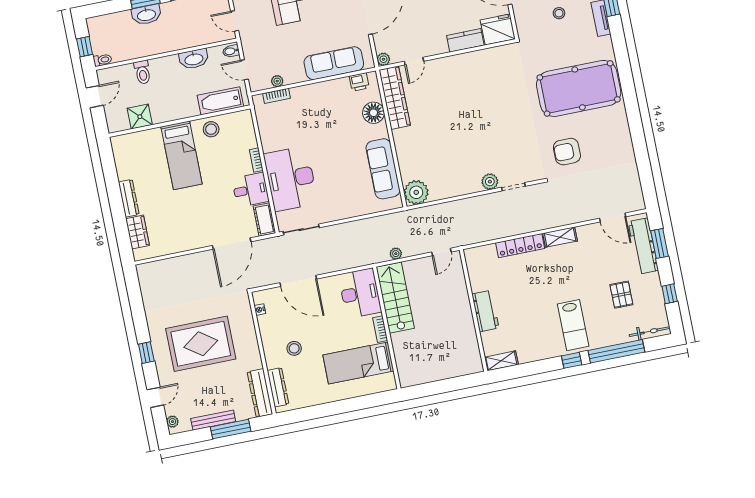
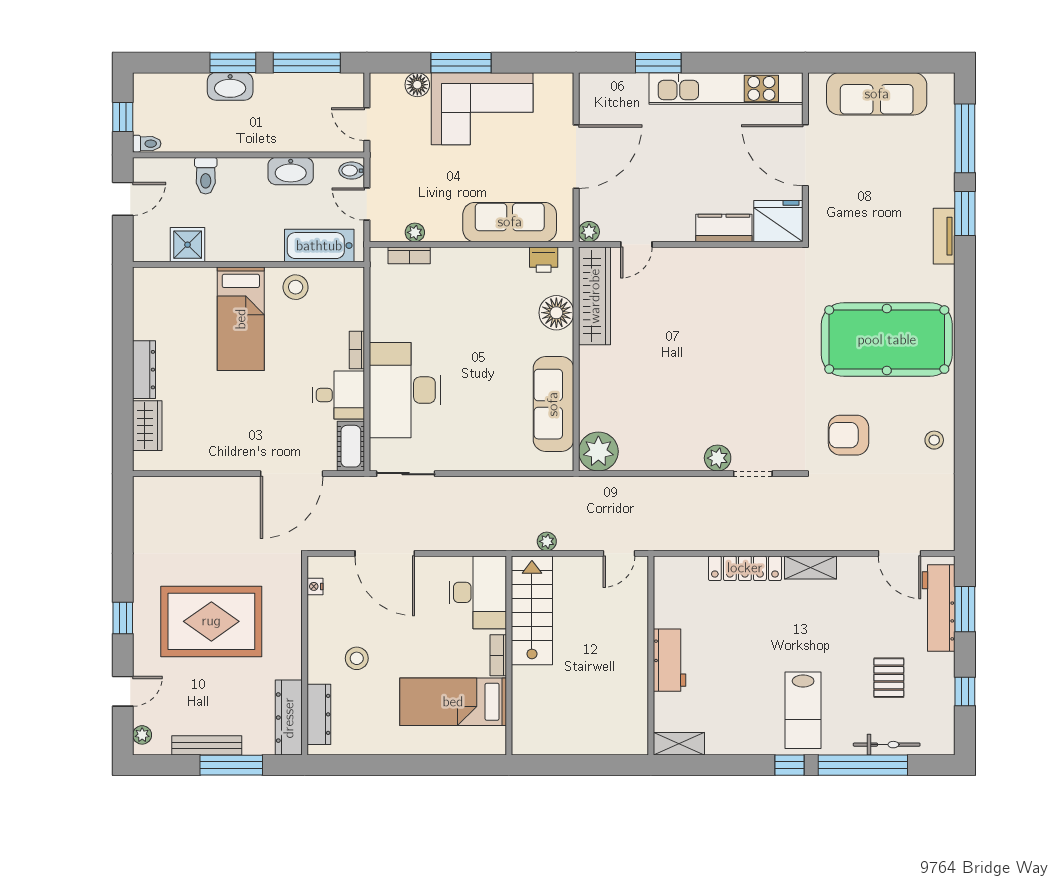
stool: (559, 13) -> (934, 440), moved
bicycle: (650, 332) -> (887, 745), moved

